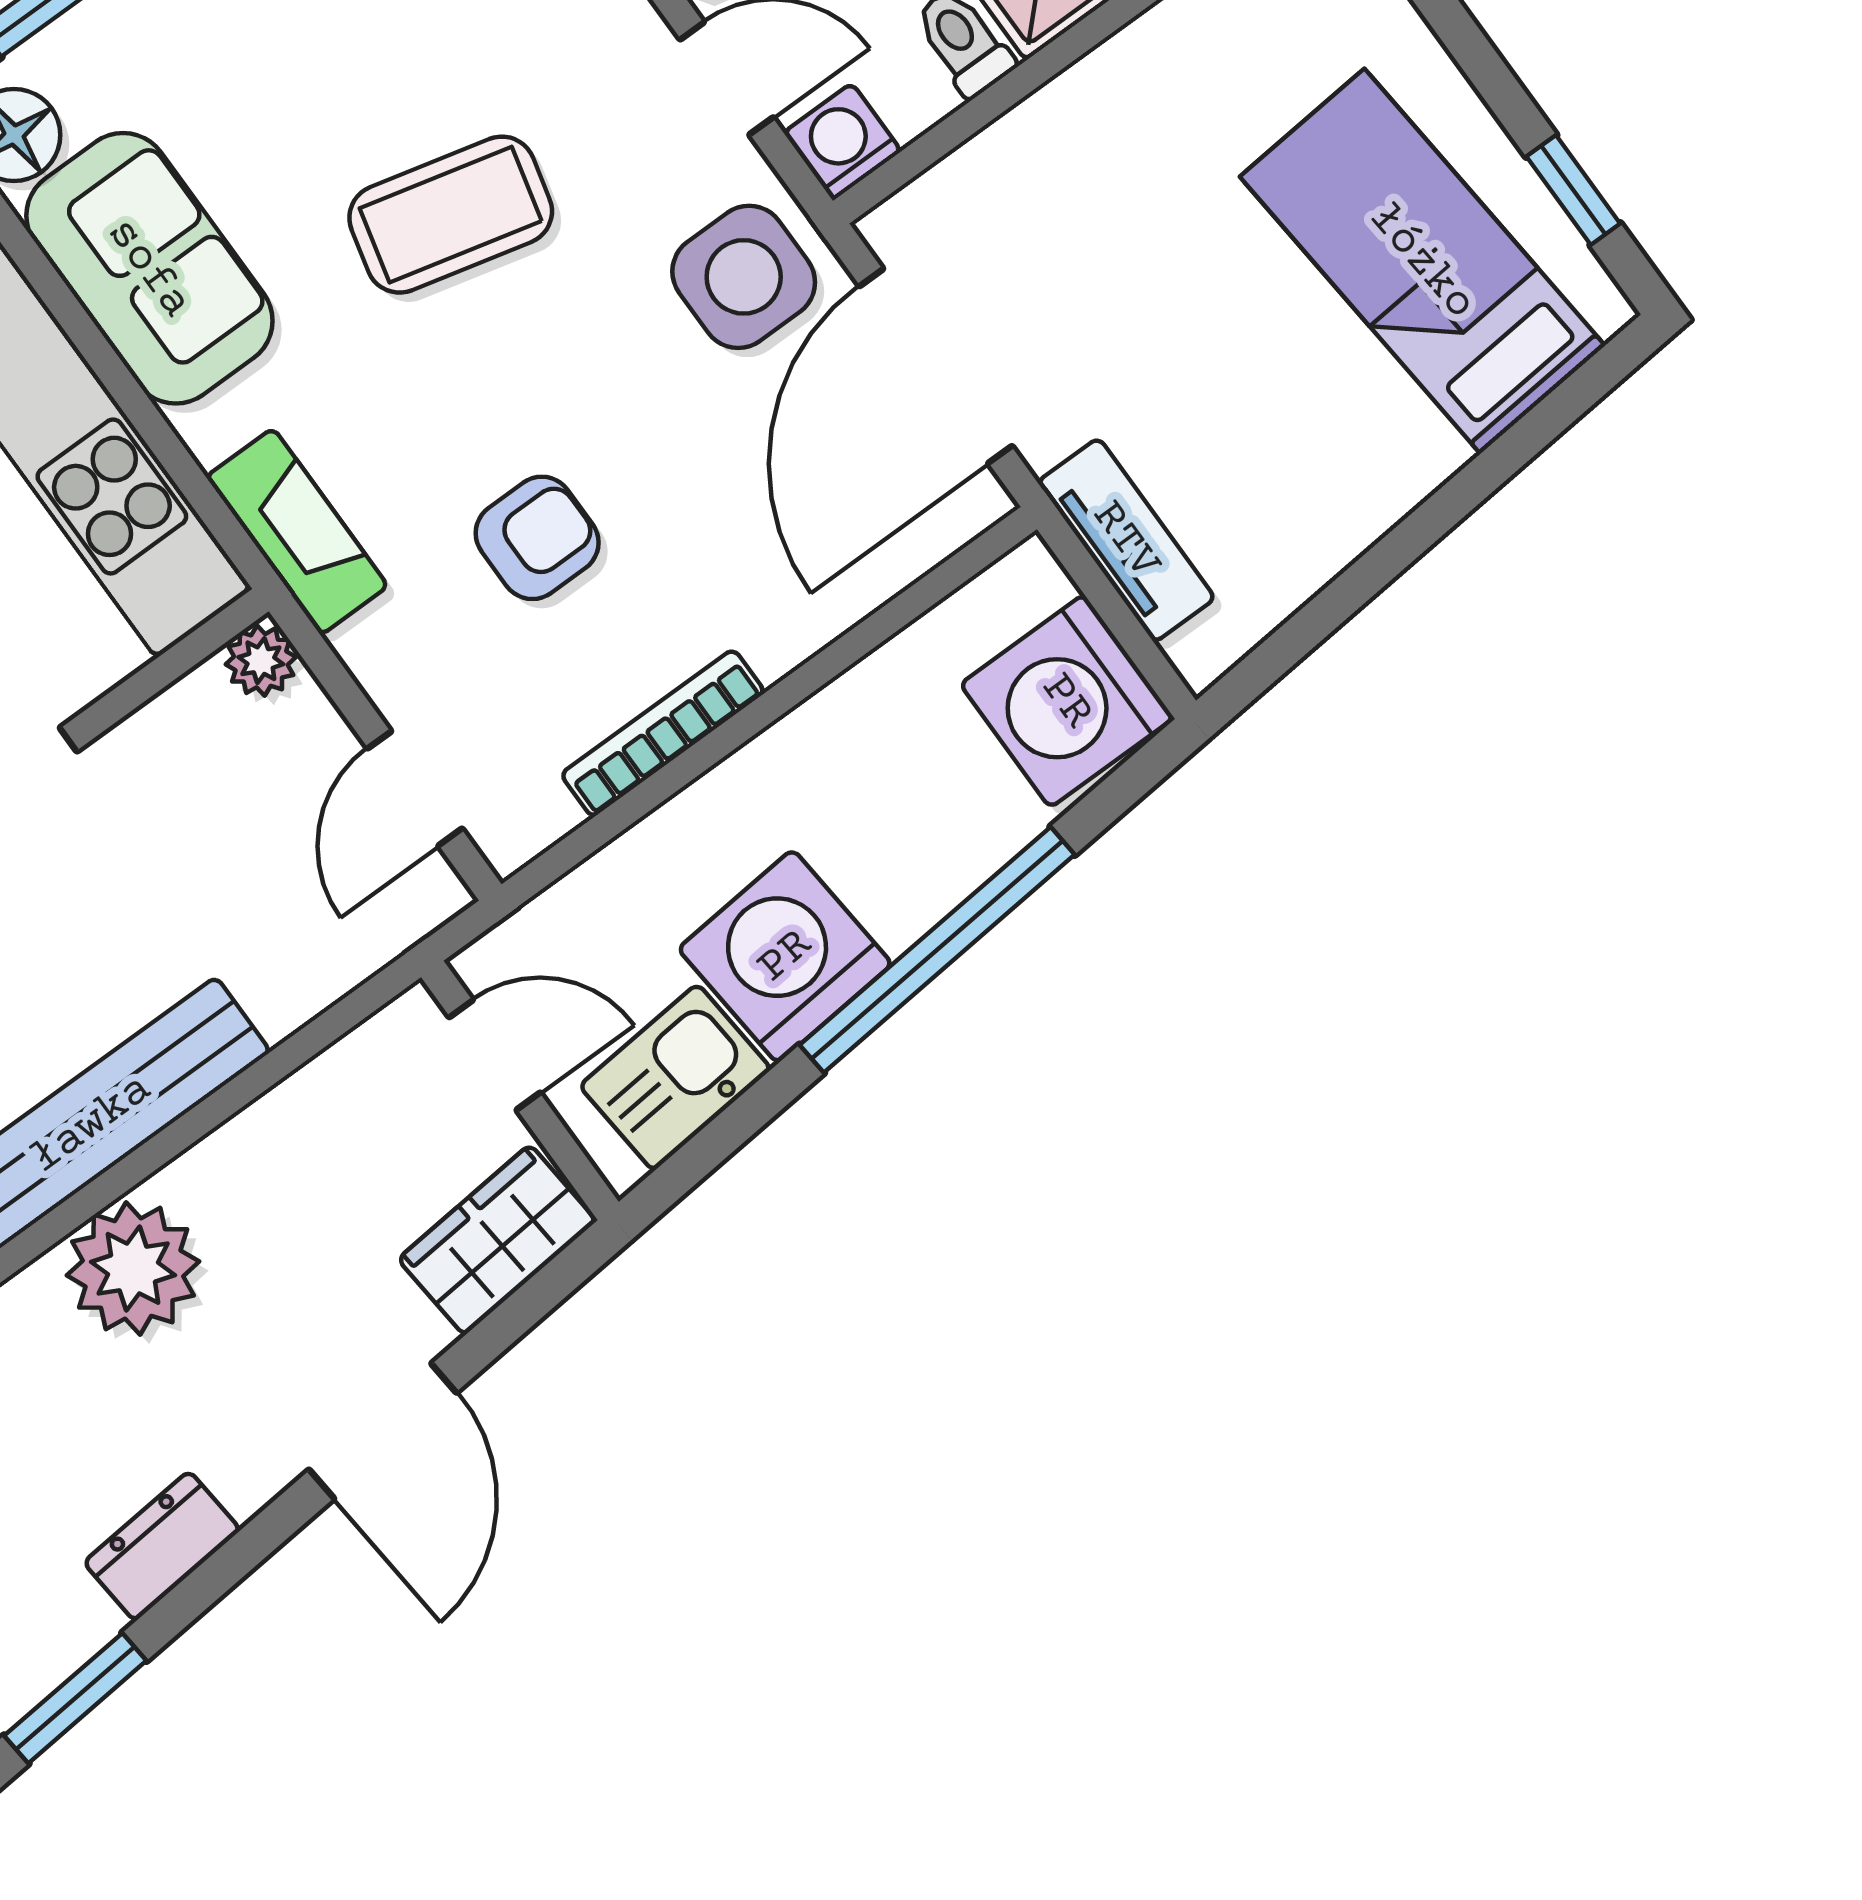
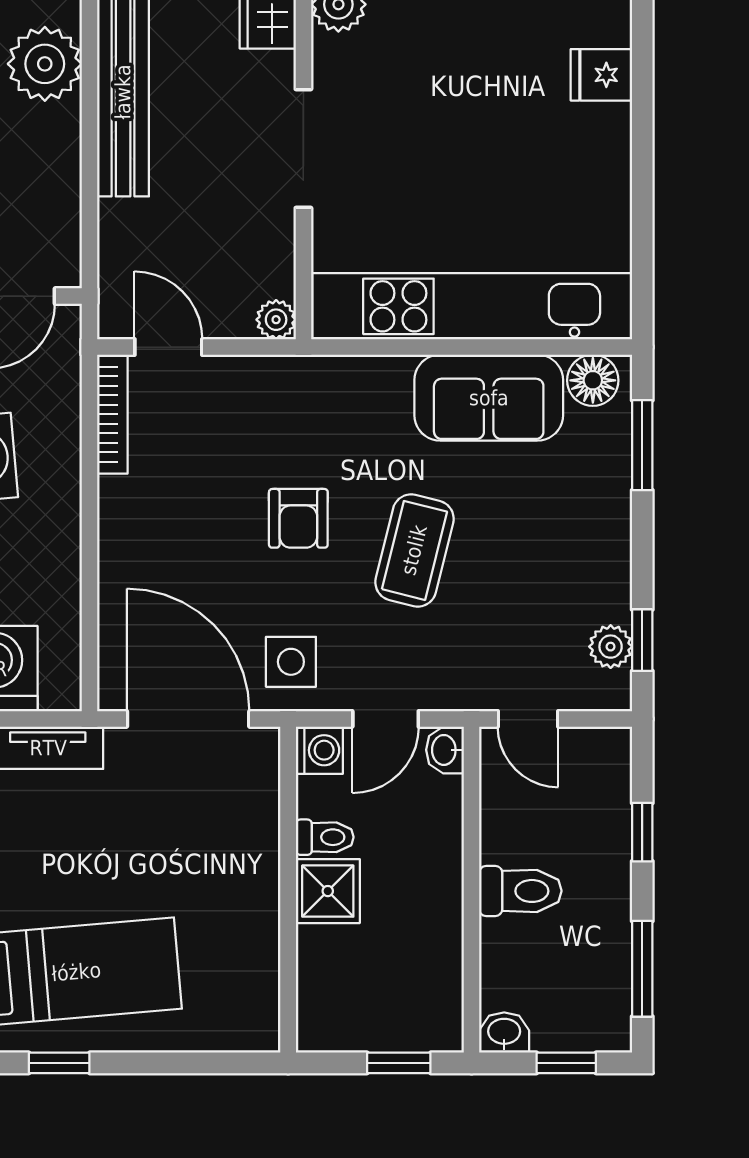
side table: (744, 277) -> (291, 662), width x0.73, depth x0.73
fireplace: (297, 532) -> (322, 378), removed
armchair: (537, 538) -> (298, 518), moved
bookcase: (663, 733) -> (112, 414), moved

